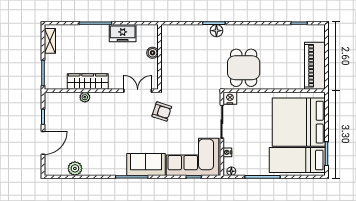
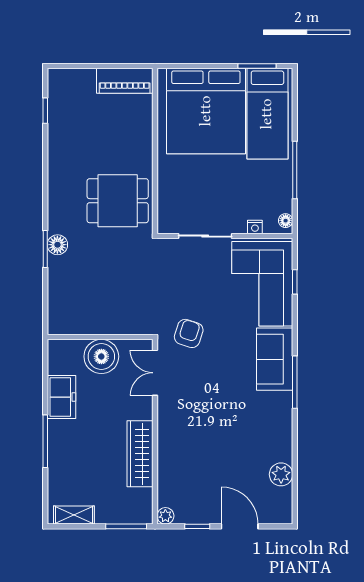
boiler: (153, 53) -> (101, 356), width x1.86, depth x1.86
piano: (315, 66) -> (125, 81), width x0.73, depth x0.75
plant: (85, 97) -> (165, 516), moved
nightstand: (230, 98) -> (167, 223), removed

